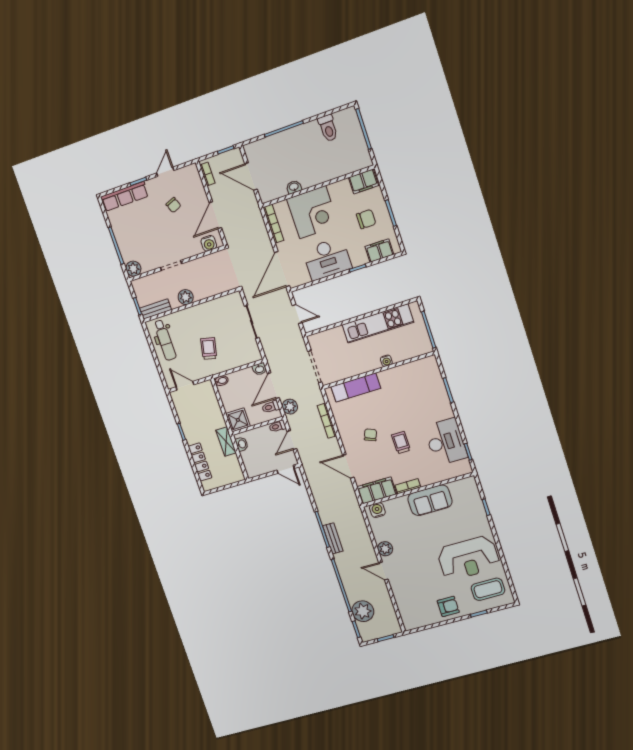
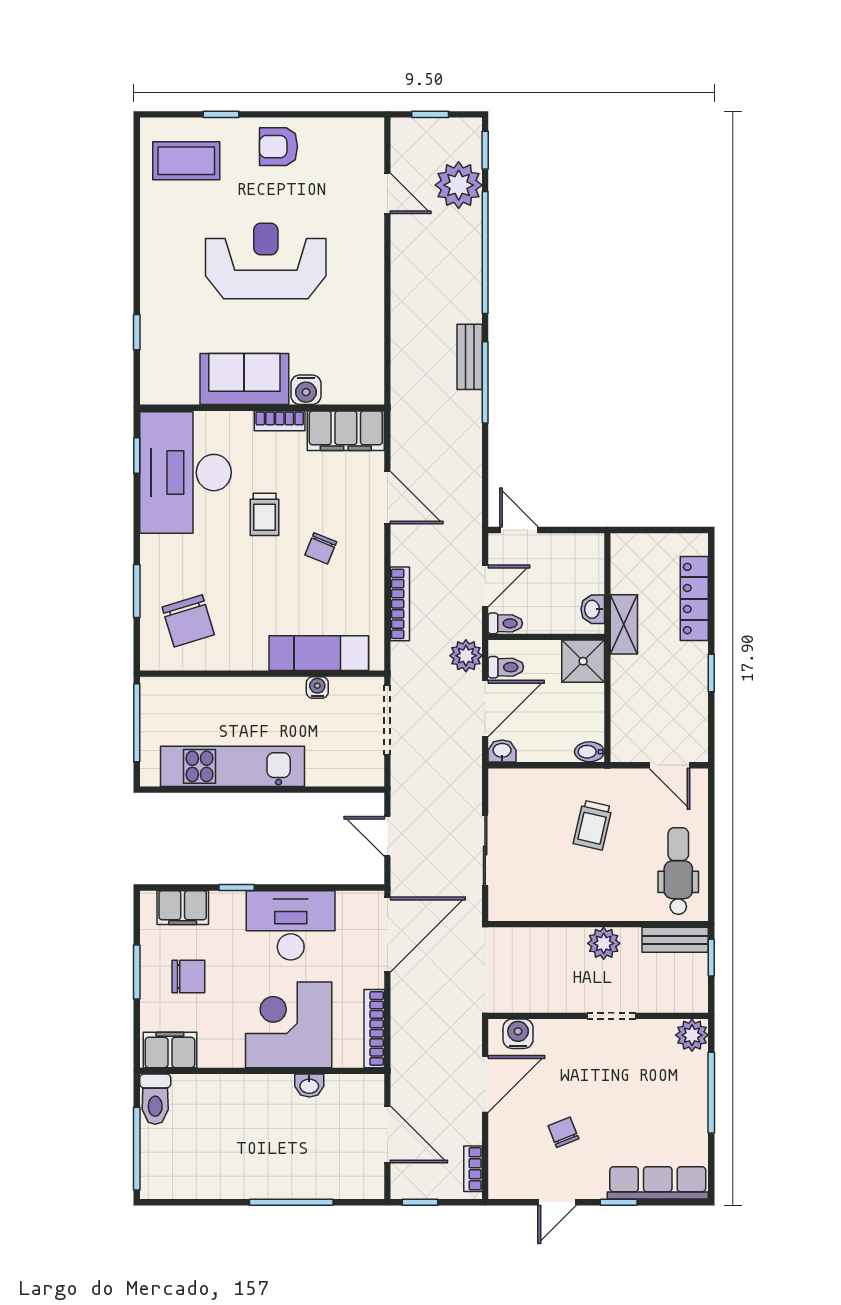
toilet: (328, 128) -> (155, 1099), moved, turned 180
chair: (366, 219) -> (188, 977), turned 180
water cooler: (386, 361) -> (317, 688), moved
chair: (420, 384) -> (188, 621), added
desk: (446, 442) -> (185, 473), width x1.36, depth x1.30
water cooler: (377, 510) -> (306, 390), moved
plant: (385, 549) -> (368, 304), removed
reception desk: (468, 558) -> (266, 261), moved
door: (383, 571) -> (387, 193), moved

